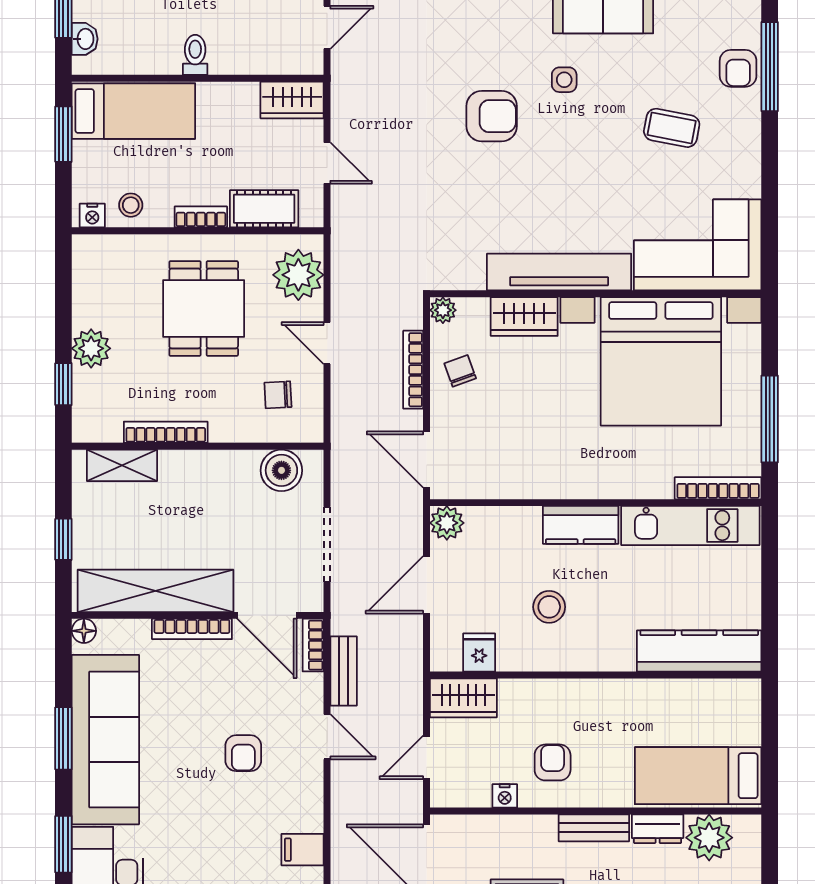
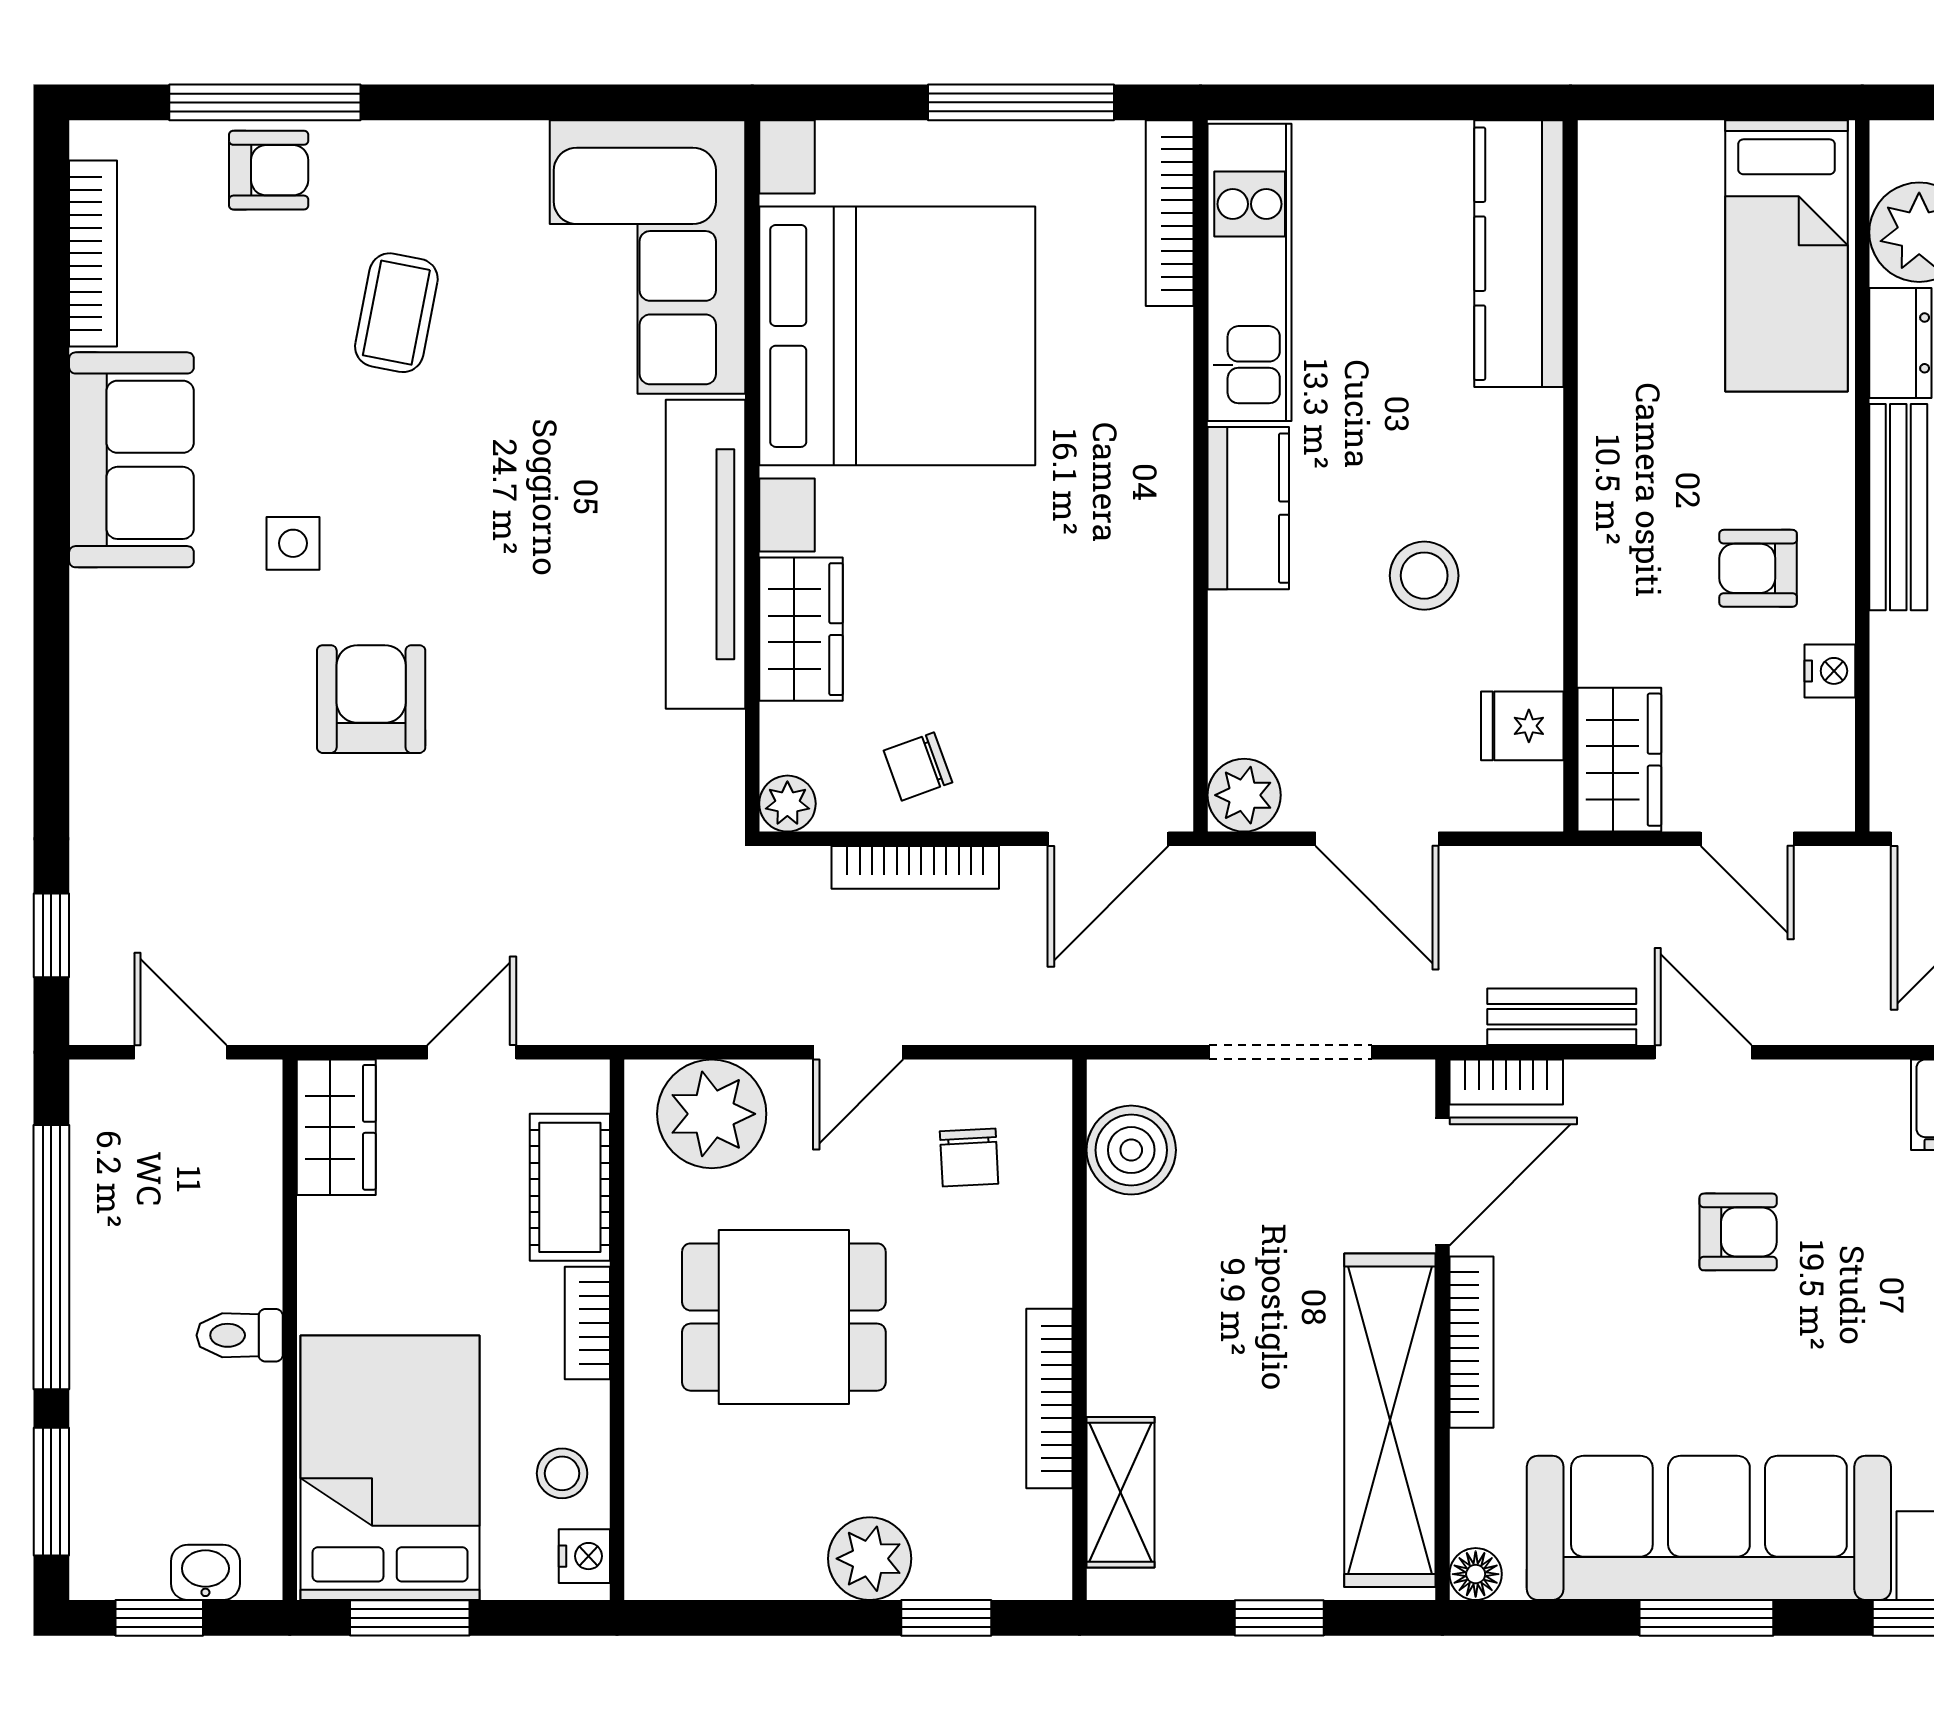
bed: (133, 111) -> (390, 1468), width x1.50
door: (327, 737) -> (1703, 1052), hinge flipped
bench: (594, 828) -> (1898, 507), width x1.36

